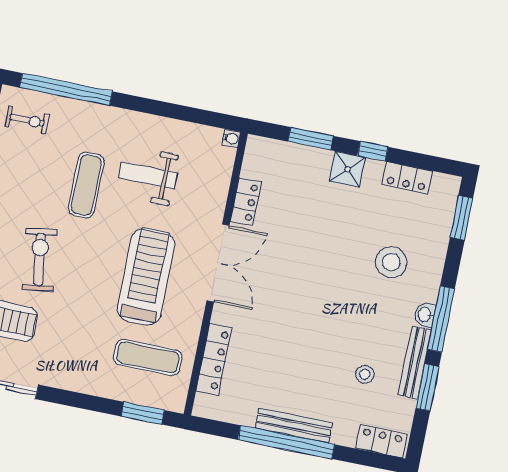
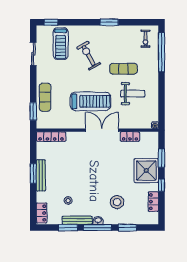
shower: (347, 169) -> (146, 170), width x1.86, depth x1.86
weight bench: (148, 175) -> (133, 94), turned 90
window: (461, 218) -> (127, 228), moved
exercise bike: (40, 259) -> (89, 56), turned -111
double door: (218, 263) -> (102, 130), swing flipped
exercise mat: (148, 358) -> (45, 97), moved
locker: (214, 359) -> (51, 137), moved
window: (286, 442) -> (33, 174), width x0.47

